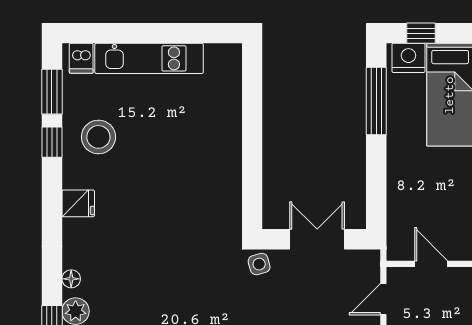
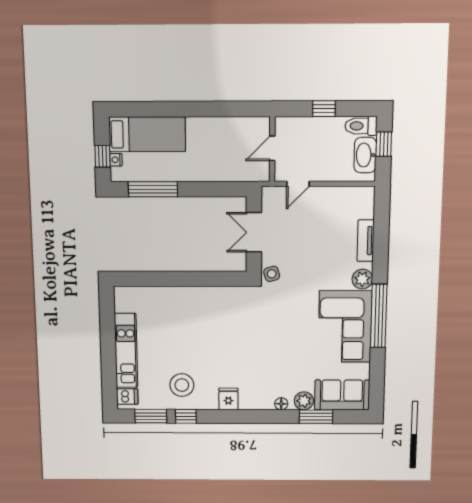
nightstand: (408, 58) -> (116, 160), width x0.53, depth x0.56
door: (383, 299) -> (298, 184), hinge flipped

